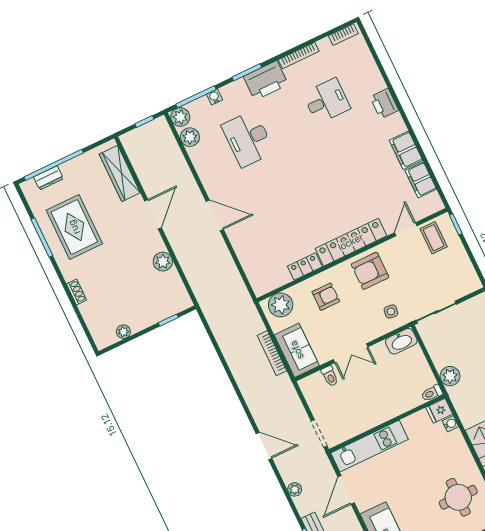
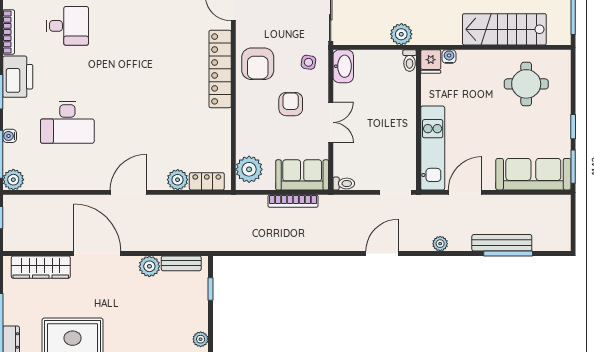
desk: (327, 101) -> (67, 26), turned 90
plant: (190, 137) -> (178, 180), moved
door: (153, 214) -> (97, 253), width x1.36
locker: (305, 267) -> (207, 181), moved, turned 90
bench: (178, 286) -> (181, 263), added
armchair: (326, 297) -> (291, 104), moved
toilet: (330, 376) -> (344, 184), moved
door: (346, 490) -> (465, 192), swing flipped

